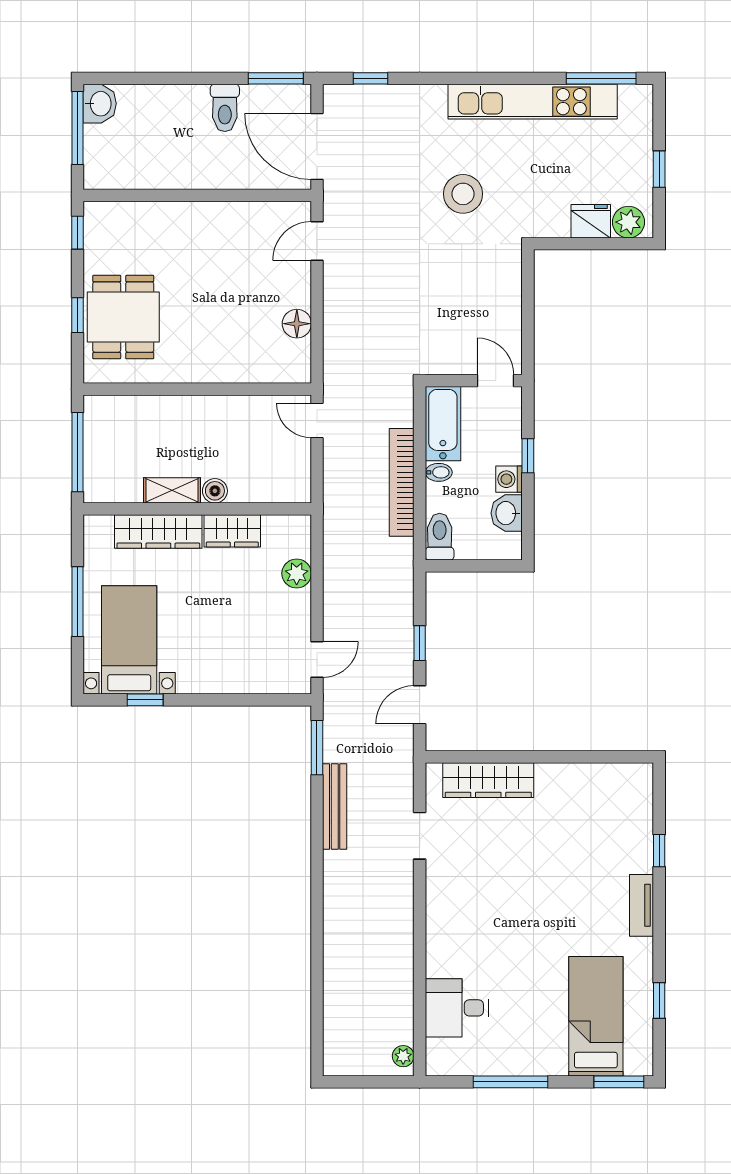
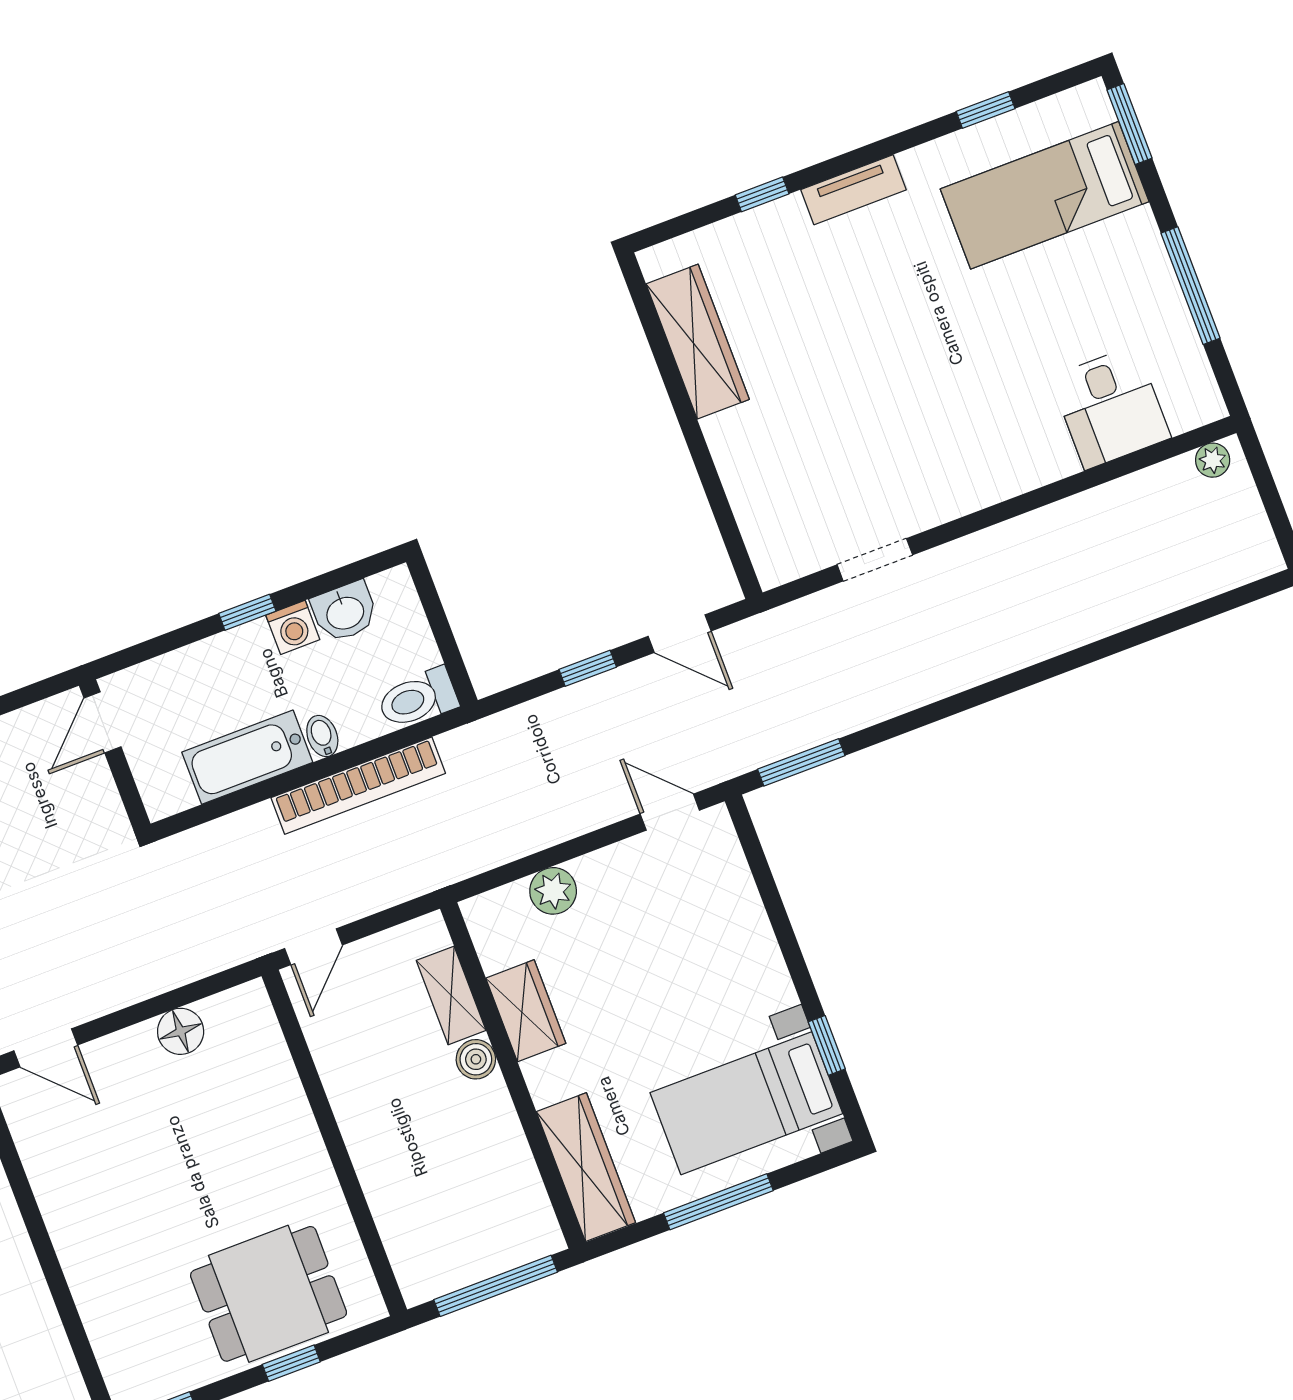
wall: (474, 381) -> (115, 755), moved
door: (495, 381) -> (103, 722), moved
shelving: (172, 490) -> (451, 995), moved
wardrobe: (158, 531) -> (586, 1167), moved
wardrobe: (488, 780) -> (698, 342), moved
bench: (335, 807) -> (879, 703), removed

